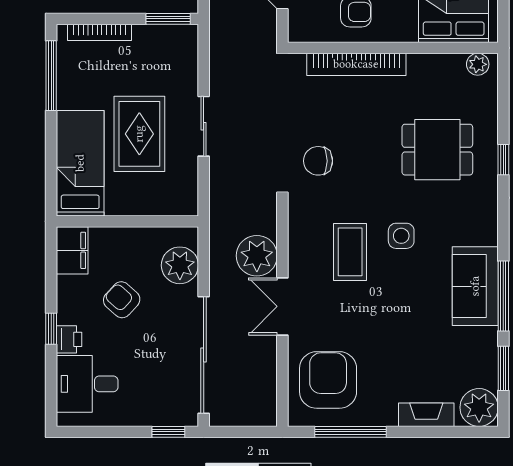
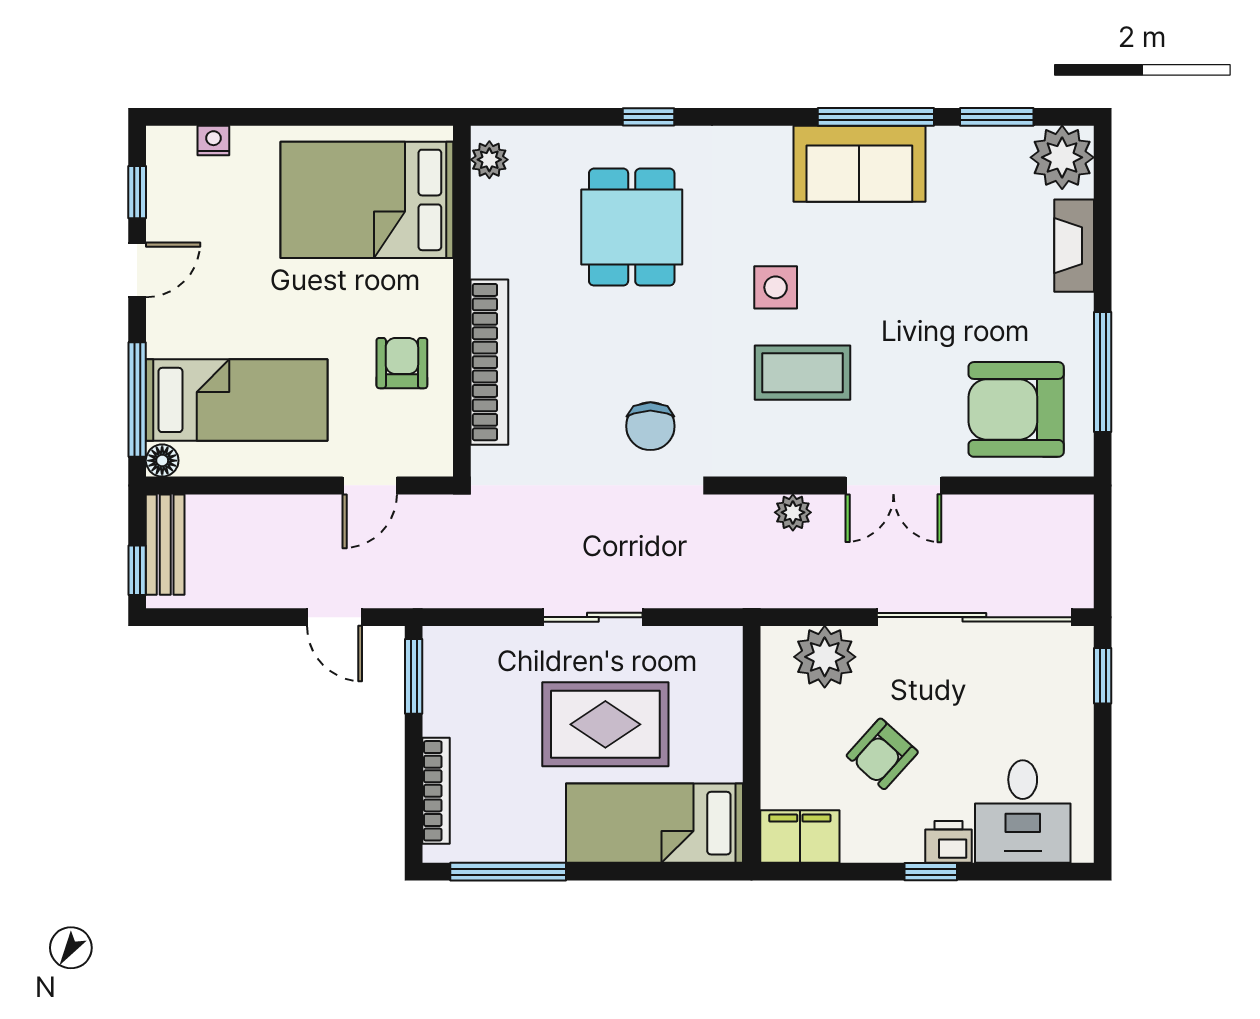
plant: (257, 256) -> (793, 512), width x0.53, depth x0.53

